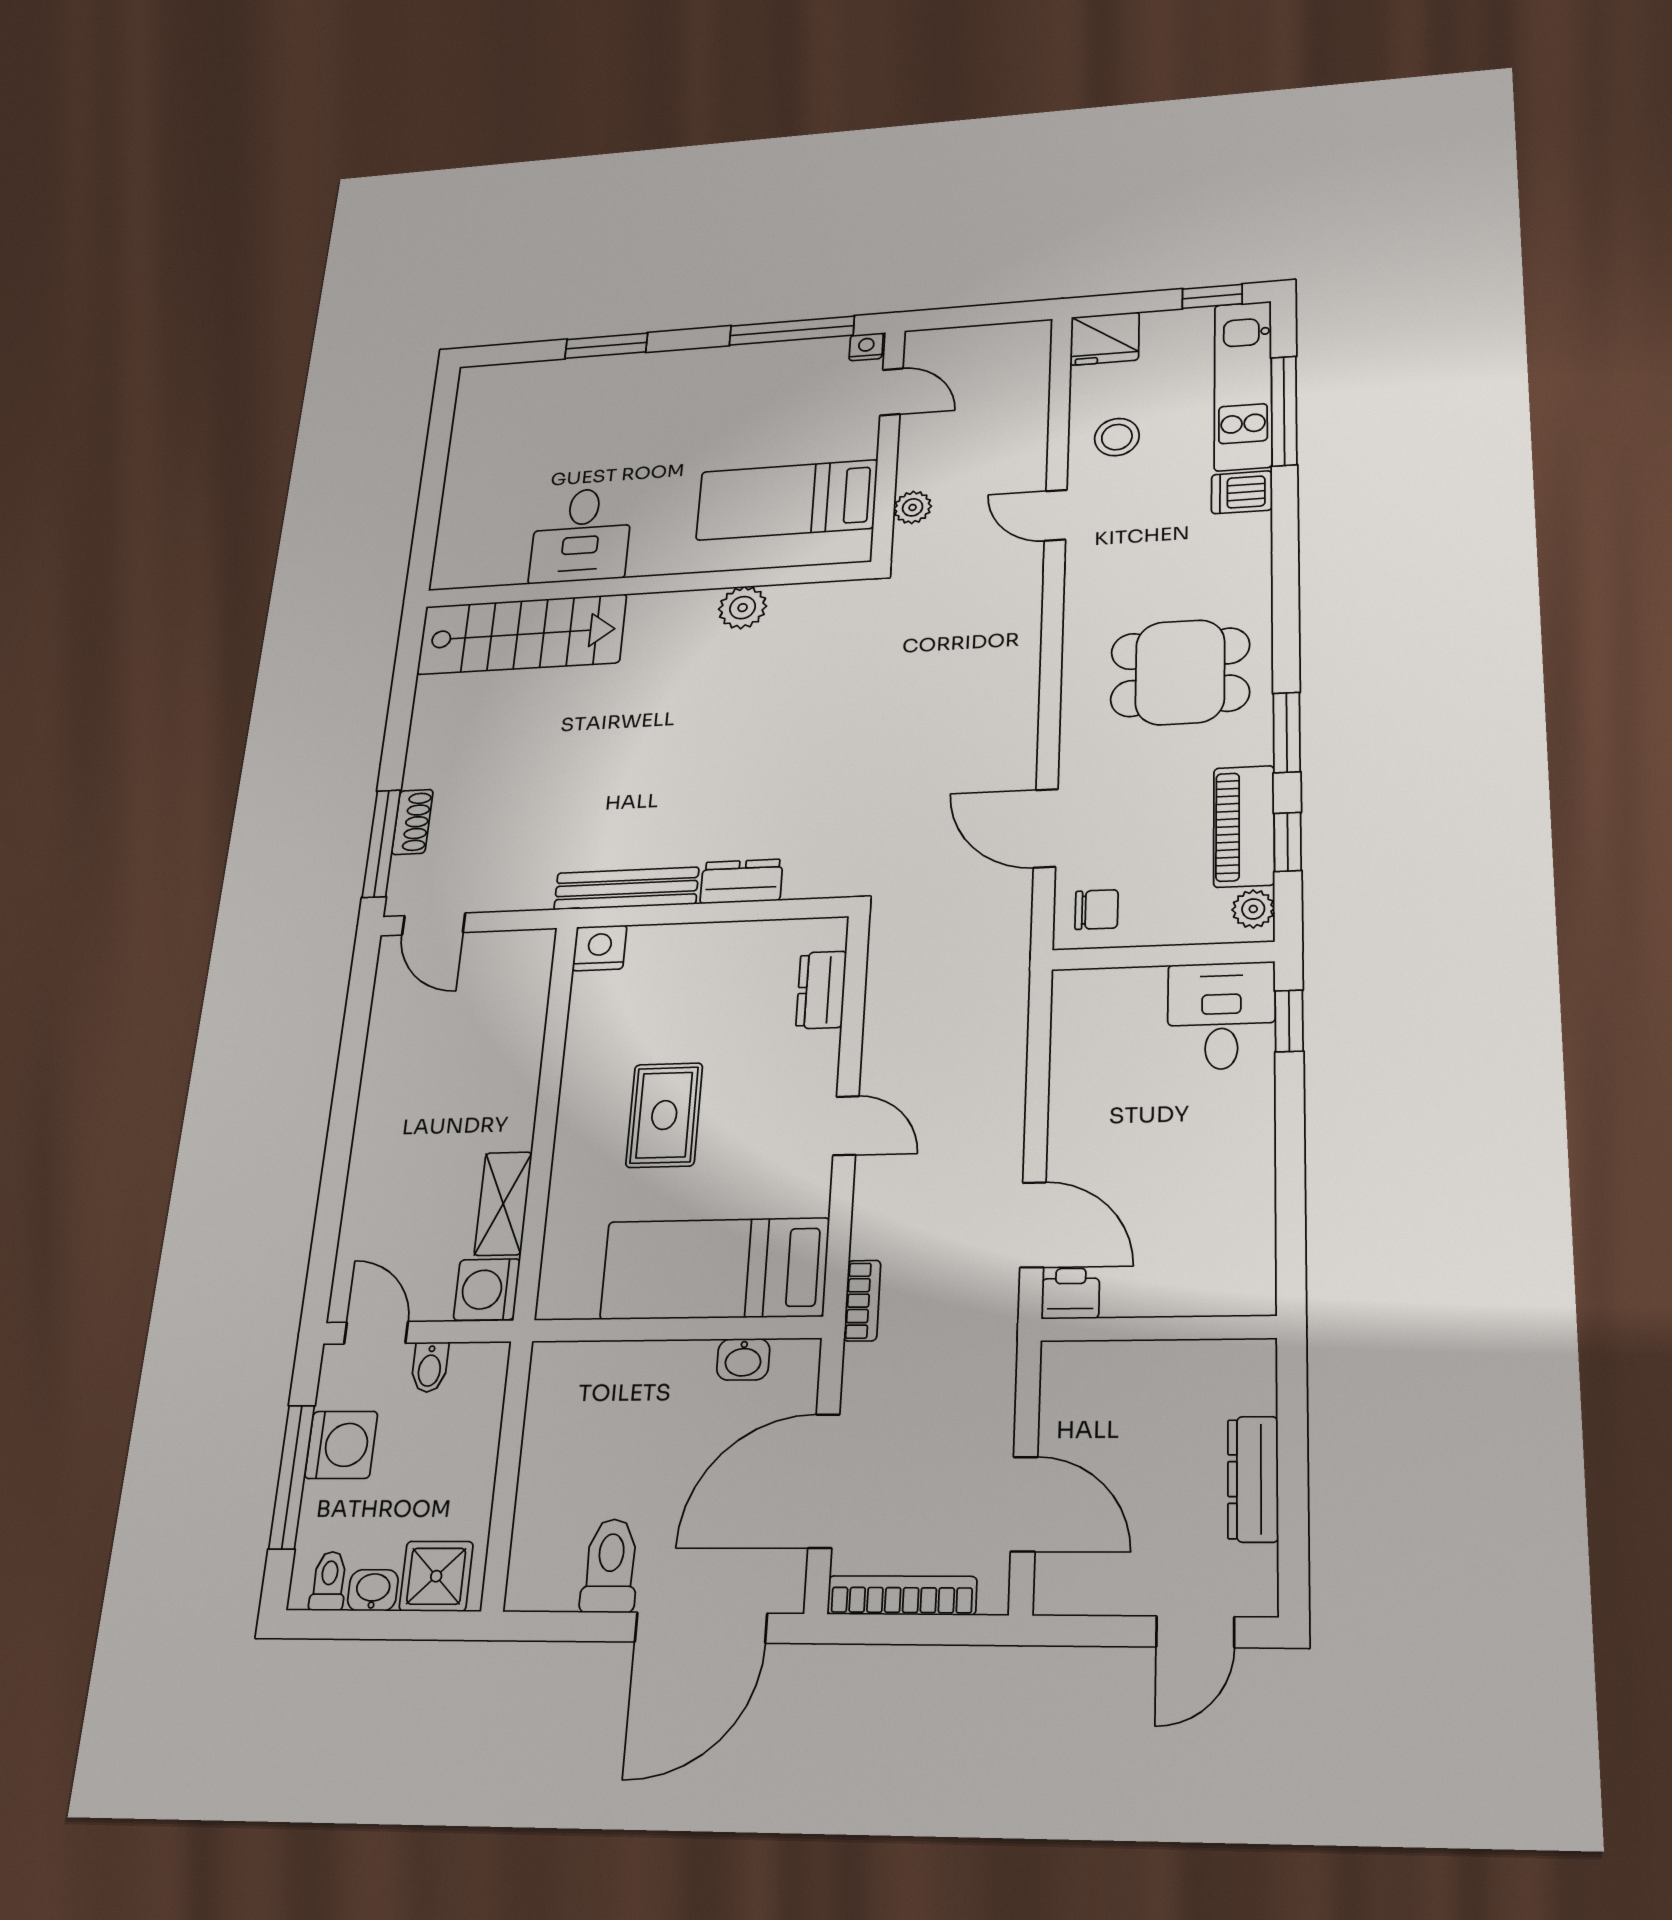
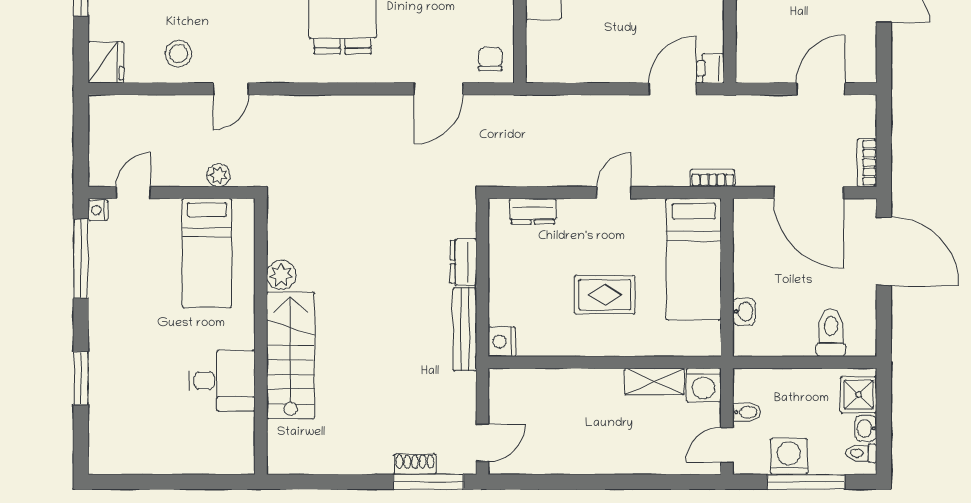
stairs: (522, 634) -> (290, 355), moved
washbasin: (743, 1359) -> (744, 311), moved
toilet: (610, 1566) -> (831, 333), moved, turned 90
bookcase: (902, 1595) -> (867, 163), width x0.64

